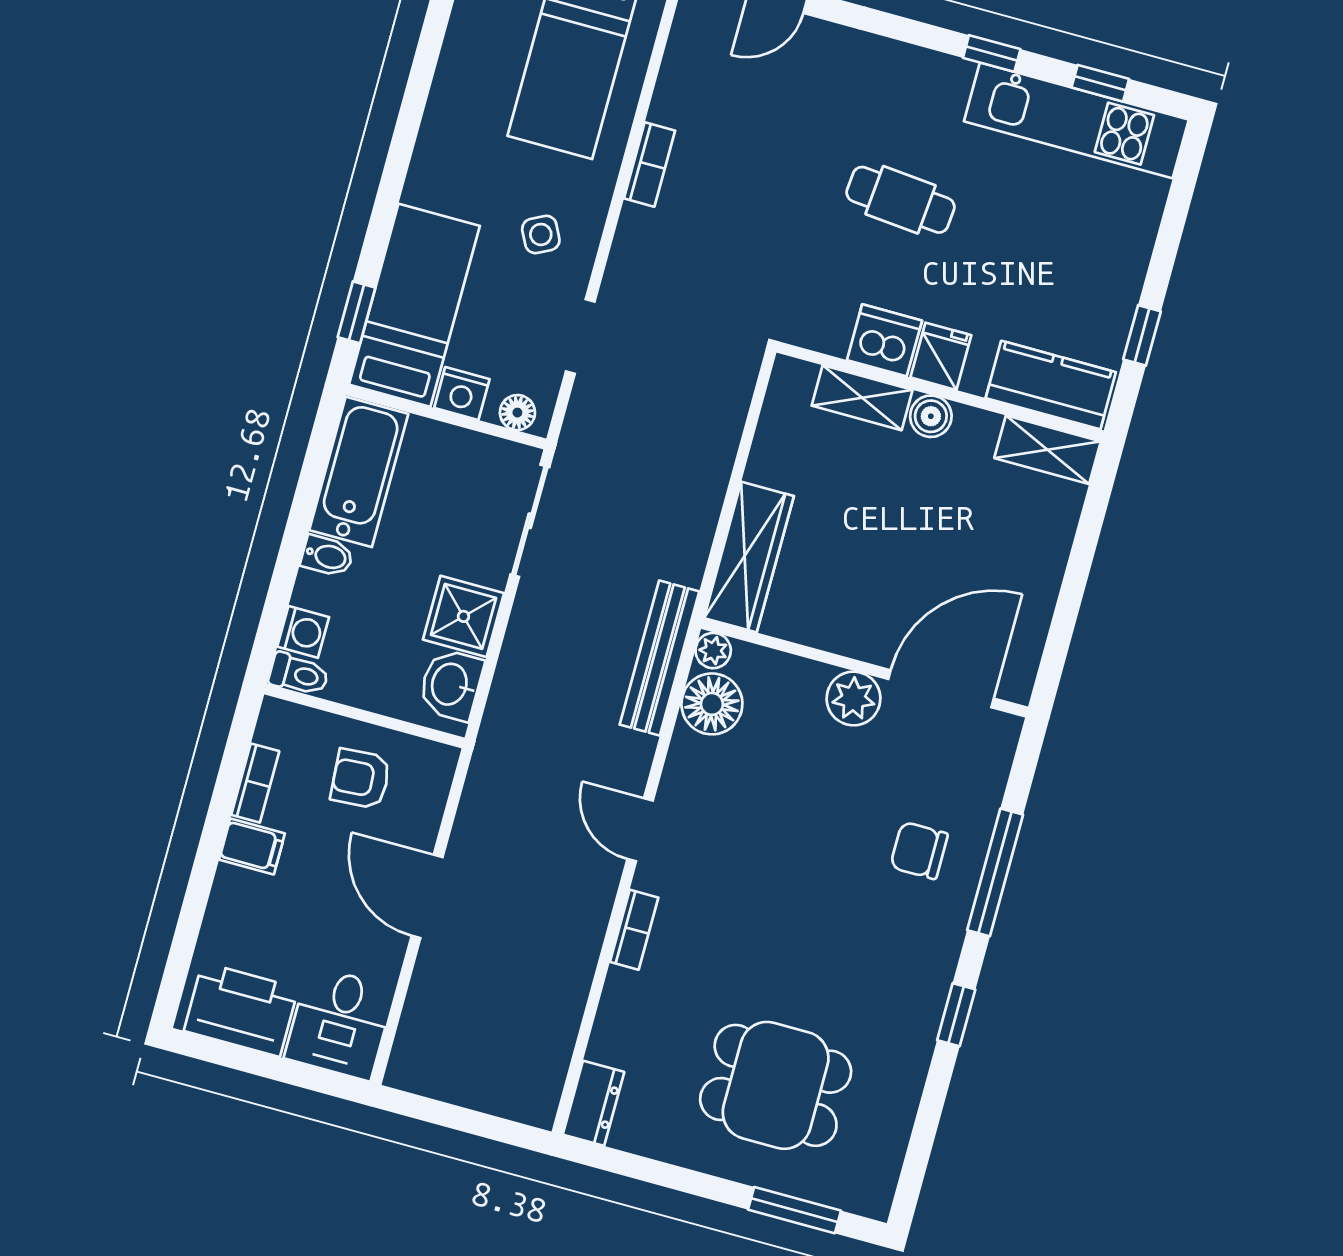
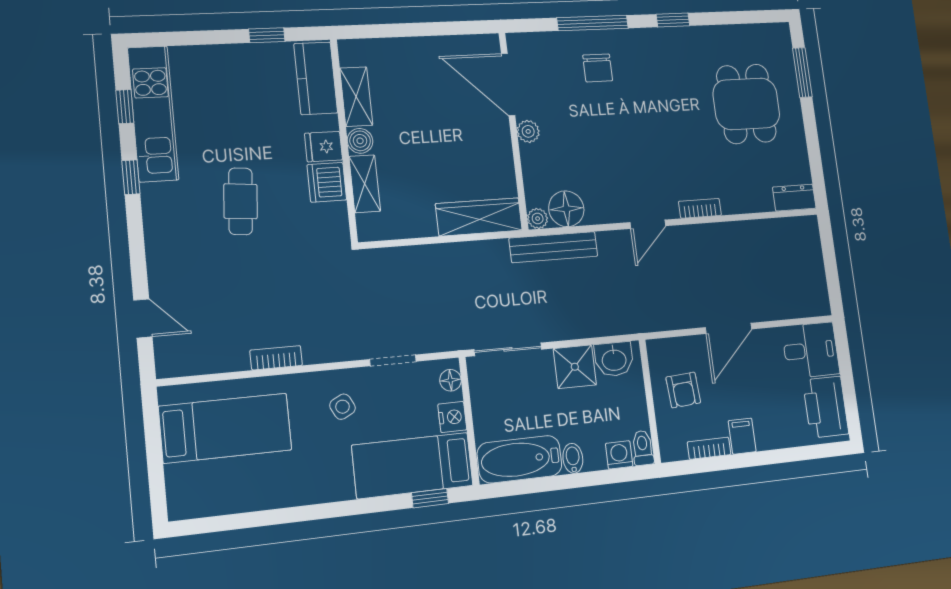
shelving: (1048, 450) -> (356, 97), moved
plant: (853, 698) -> (528, 131), width x0.73, depth x0.73

